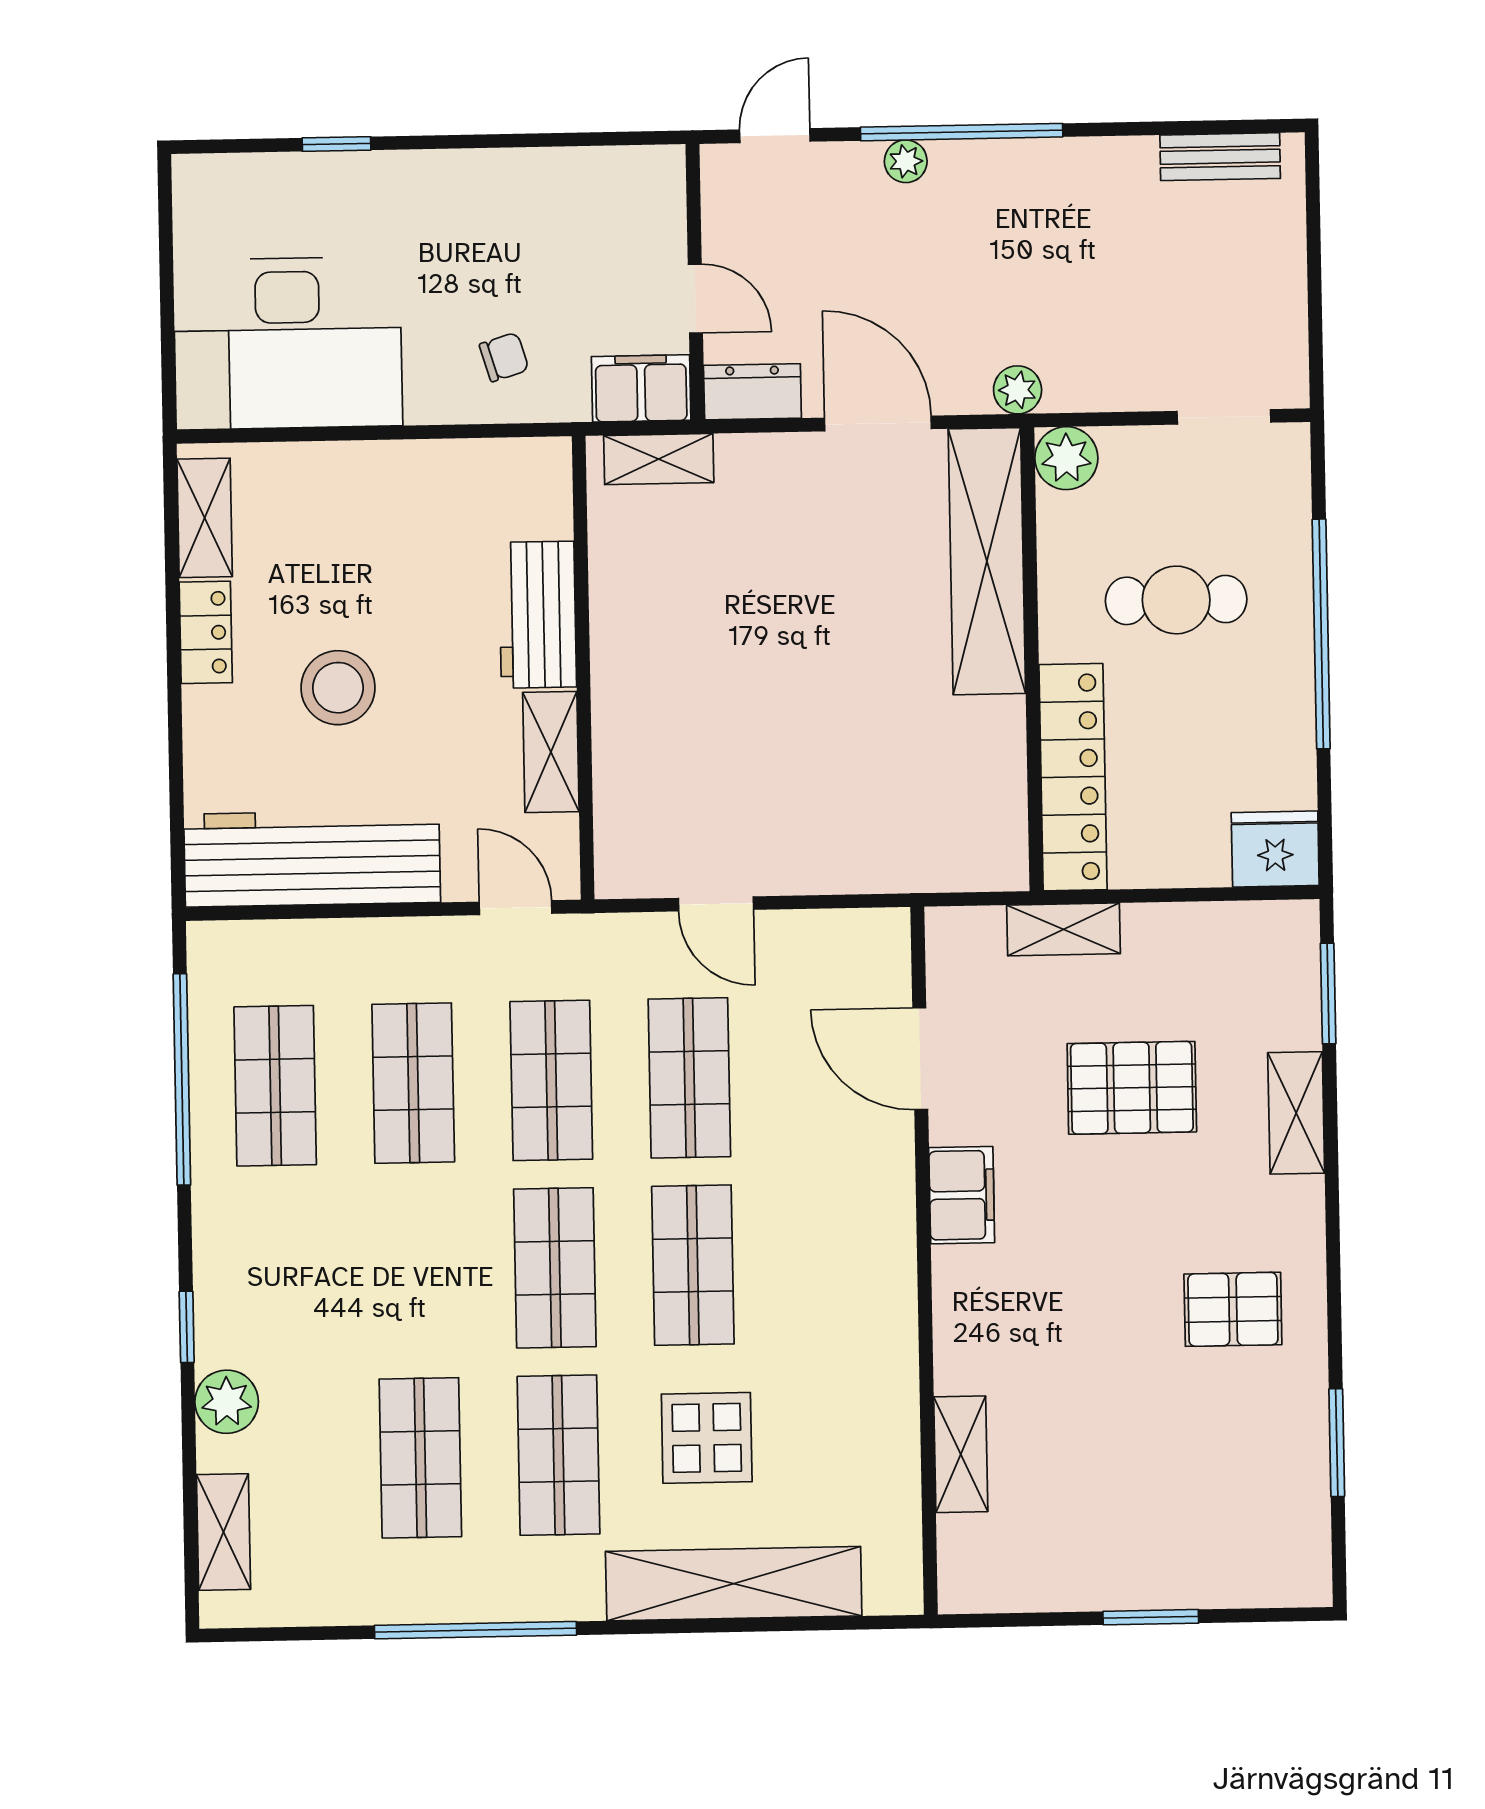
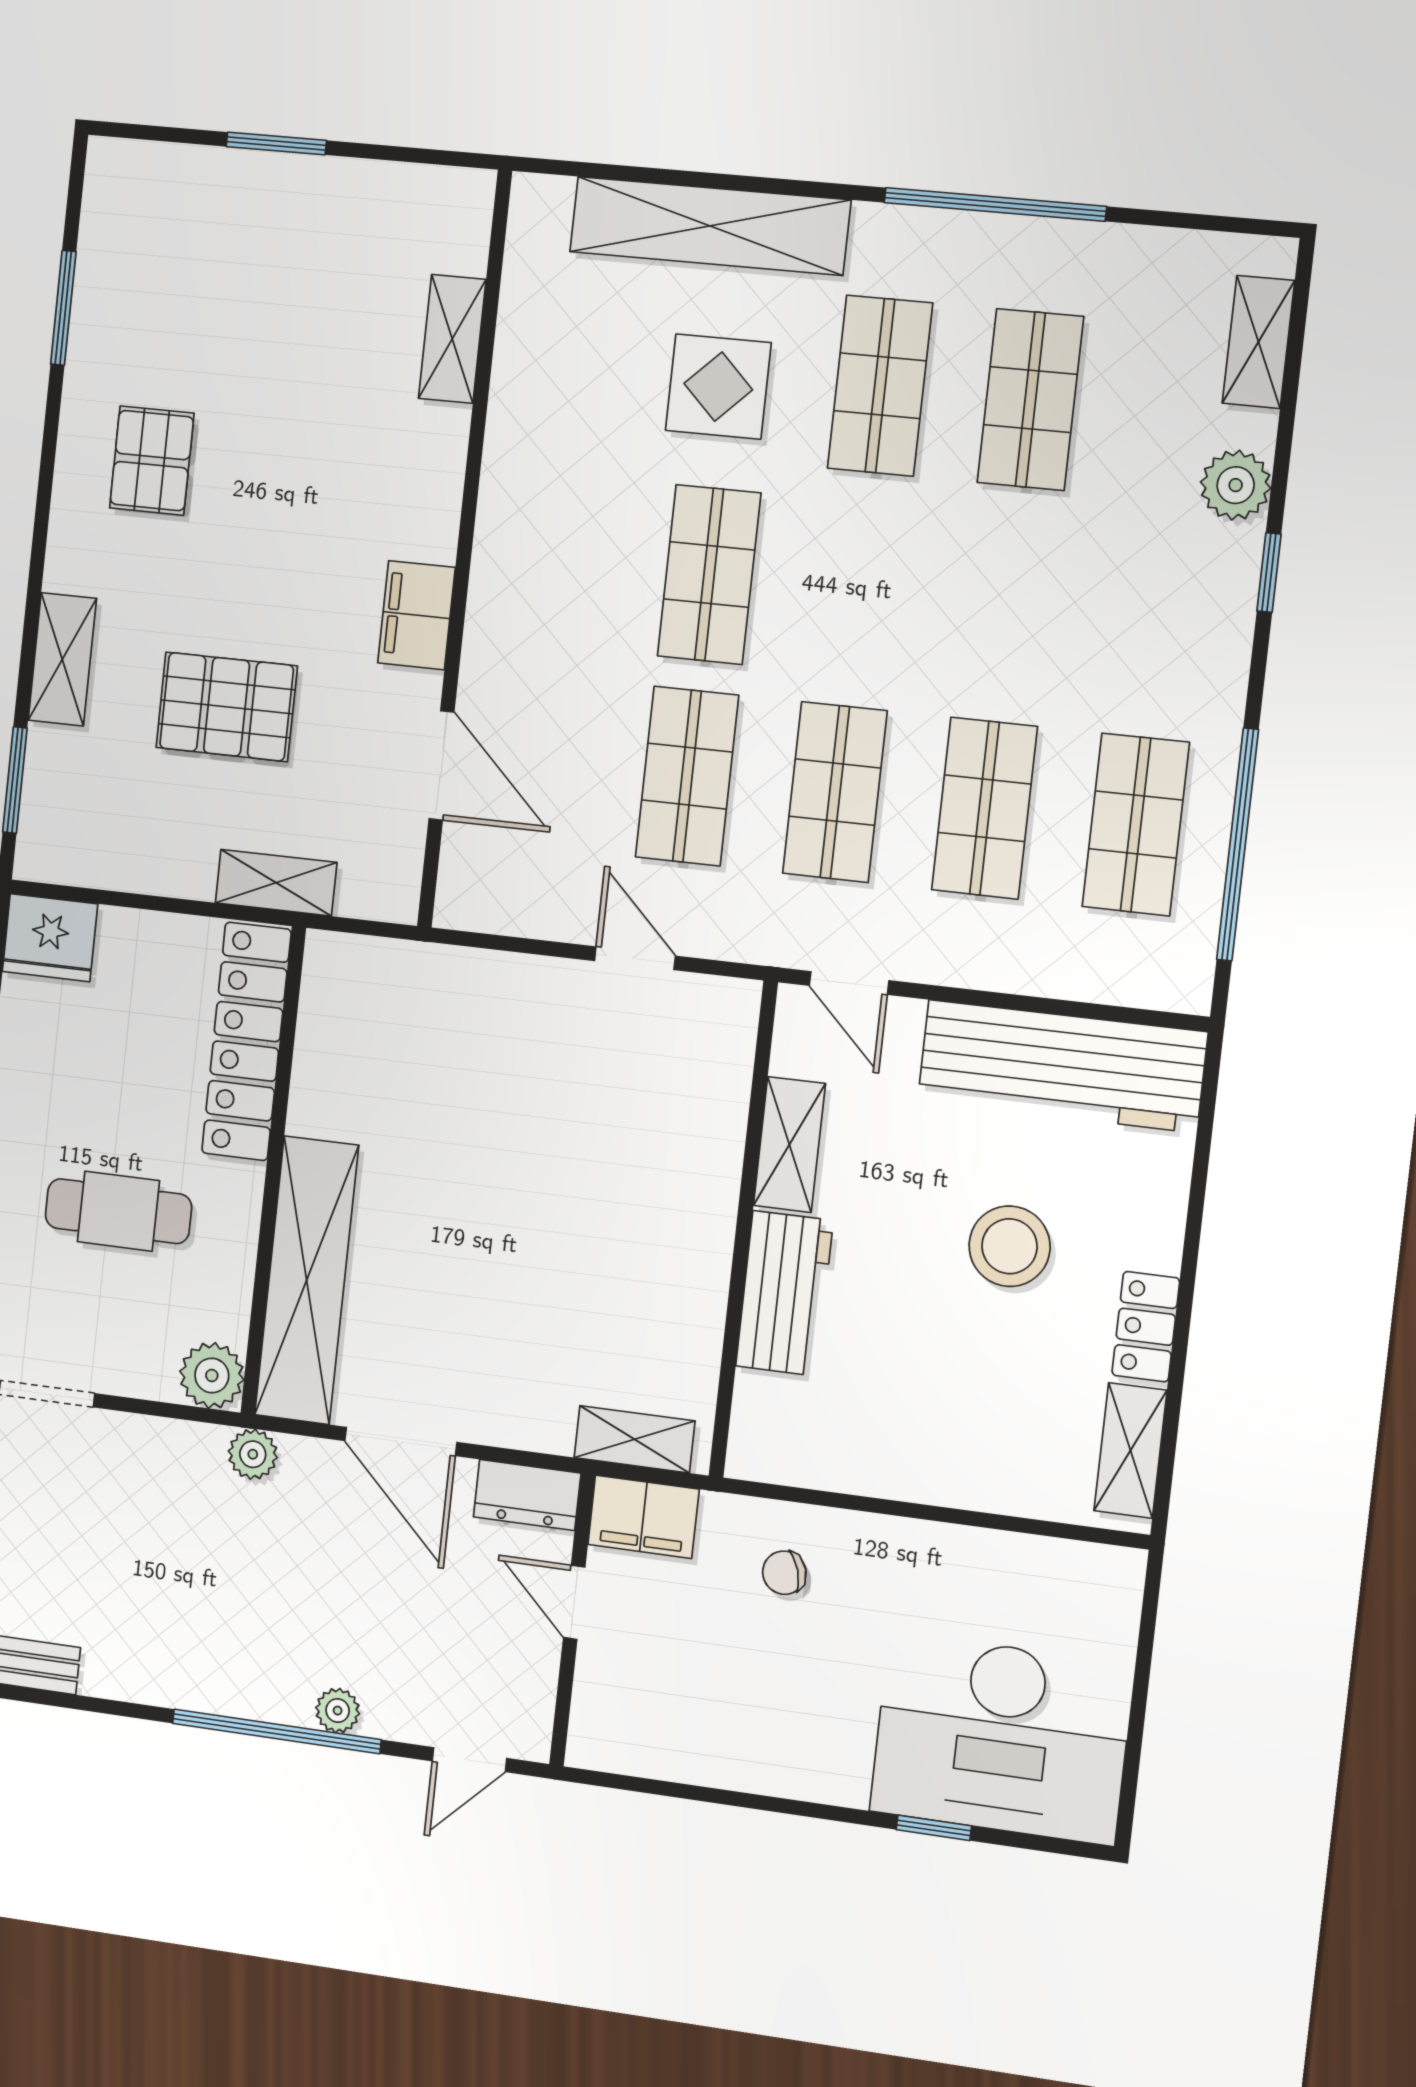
desk: (288, 343) -> (1002, 1738), moved, turned 180
shop shelf: (555, 1268) -> (857, 589), removed
pallet: (1233, 1309) -> (152, 461), turned 90

